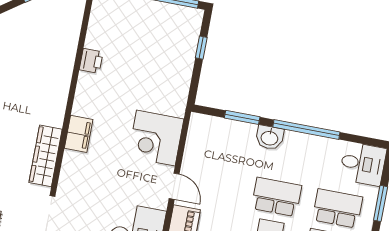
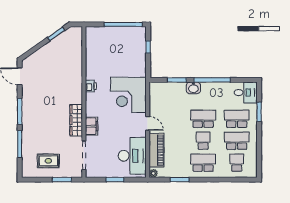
printer: (91, 61) -> (91, 86), moved
filing cabinet: (79, 134) -> (92, 126), moved
corner desk: (156, 138) -> (128, 95), width x1.36, depth x1.36

